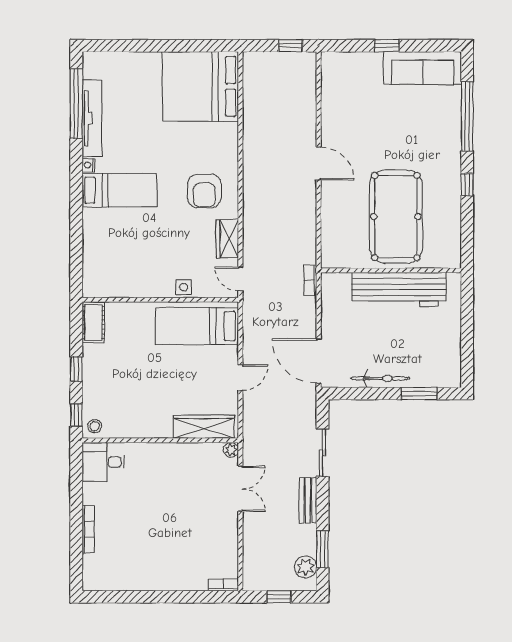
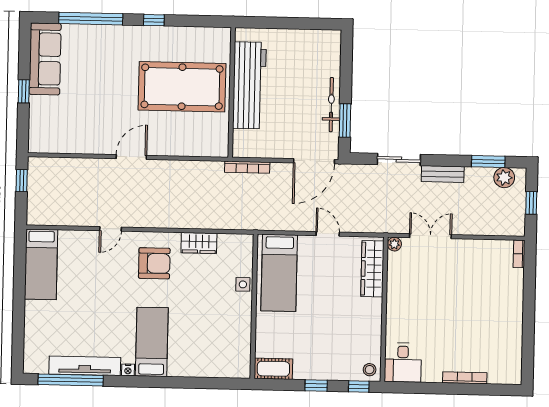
bed: (201, 86) -> (41, 264), width x0.49
door: (240, 279) -> (111, 229), moved
bookcase: (310, 280) -> (247, 167), width x1.56
window: (419, 394) -> (345, 120), moved

